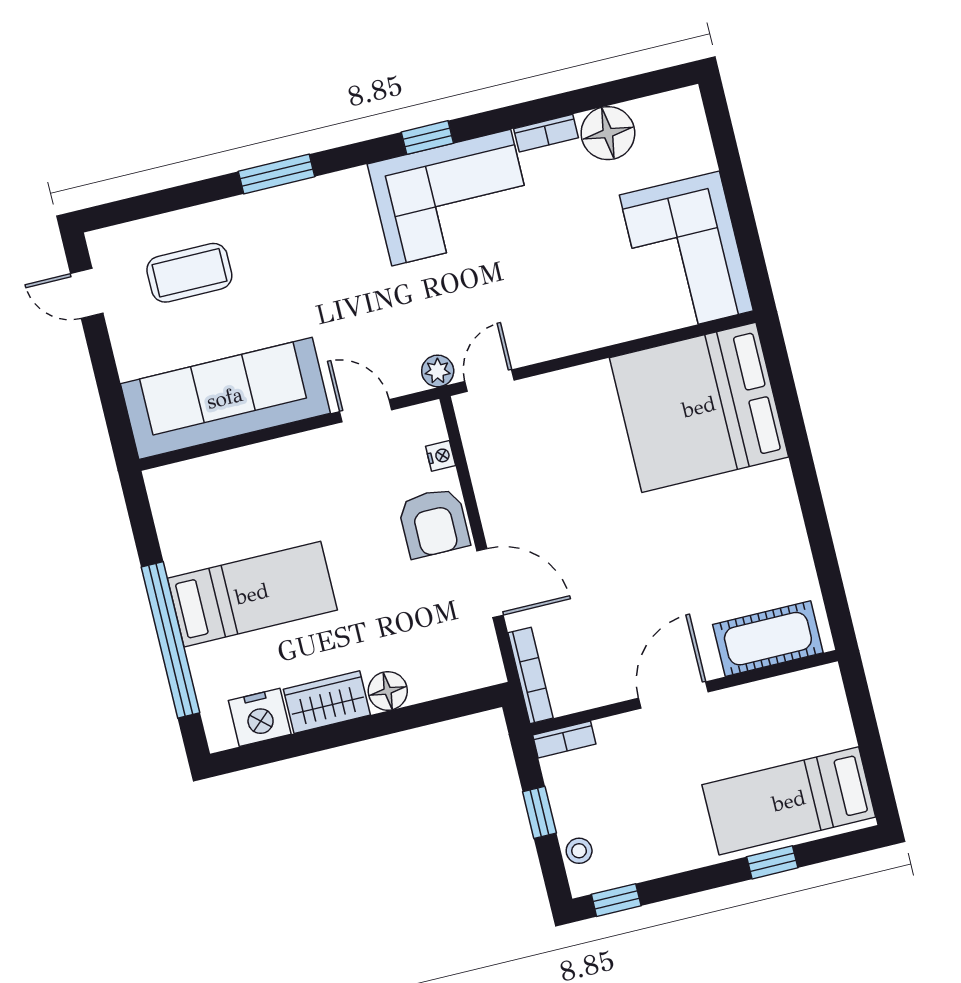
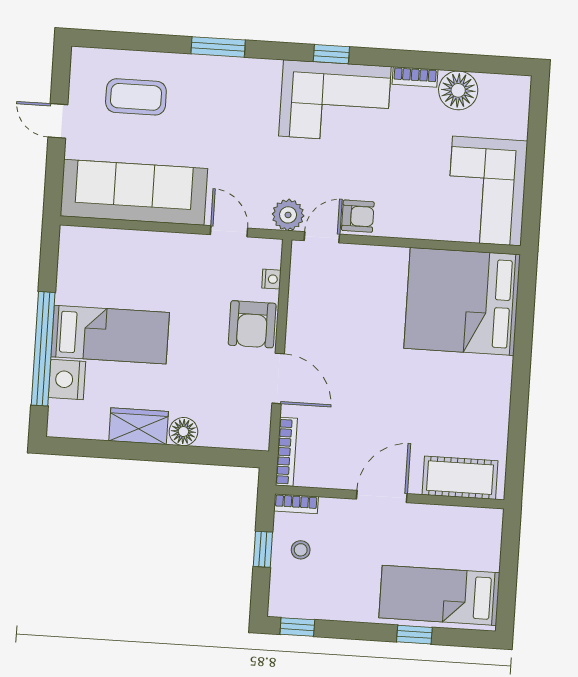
door: (87, 293) -> (58, 121), moved
armchair: (528, 338) -> (358, 216), added
plant: (438, 371) -> (288, 215), width x1.38, depth x1.38
nightstand: (260, 717) -> (67, 379), moved, turned 90
stool: (579, 851) -> (301, 550), moved

